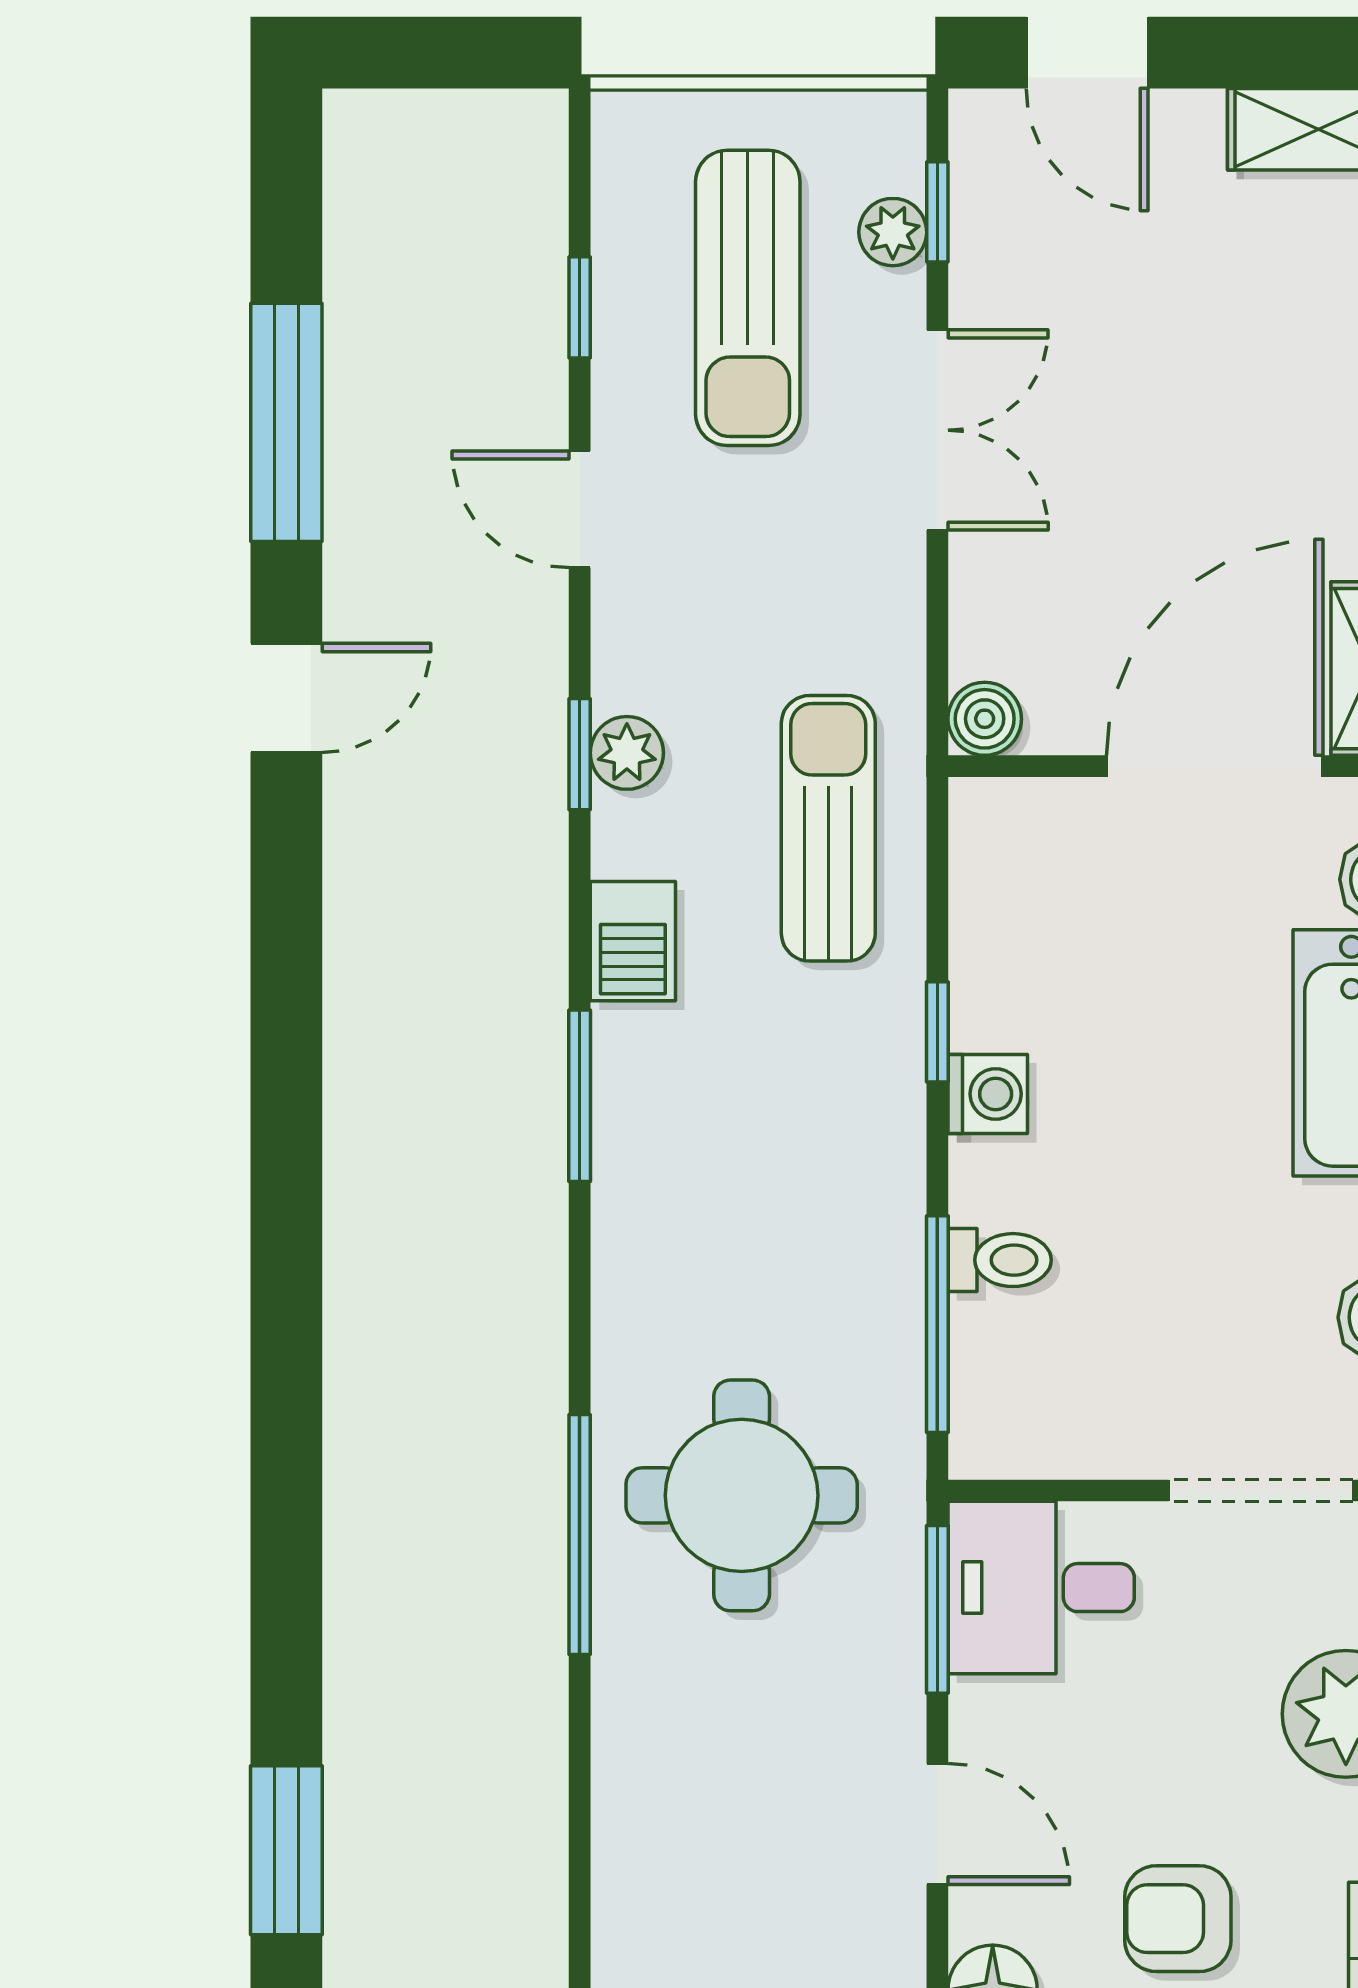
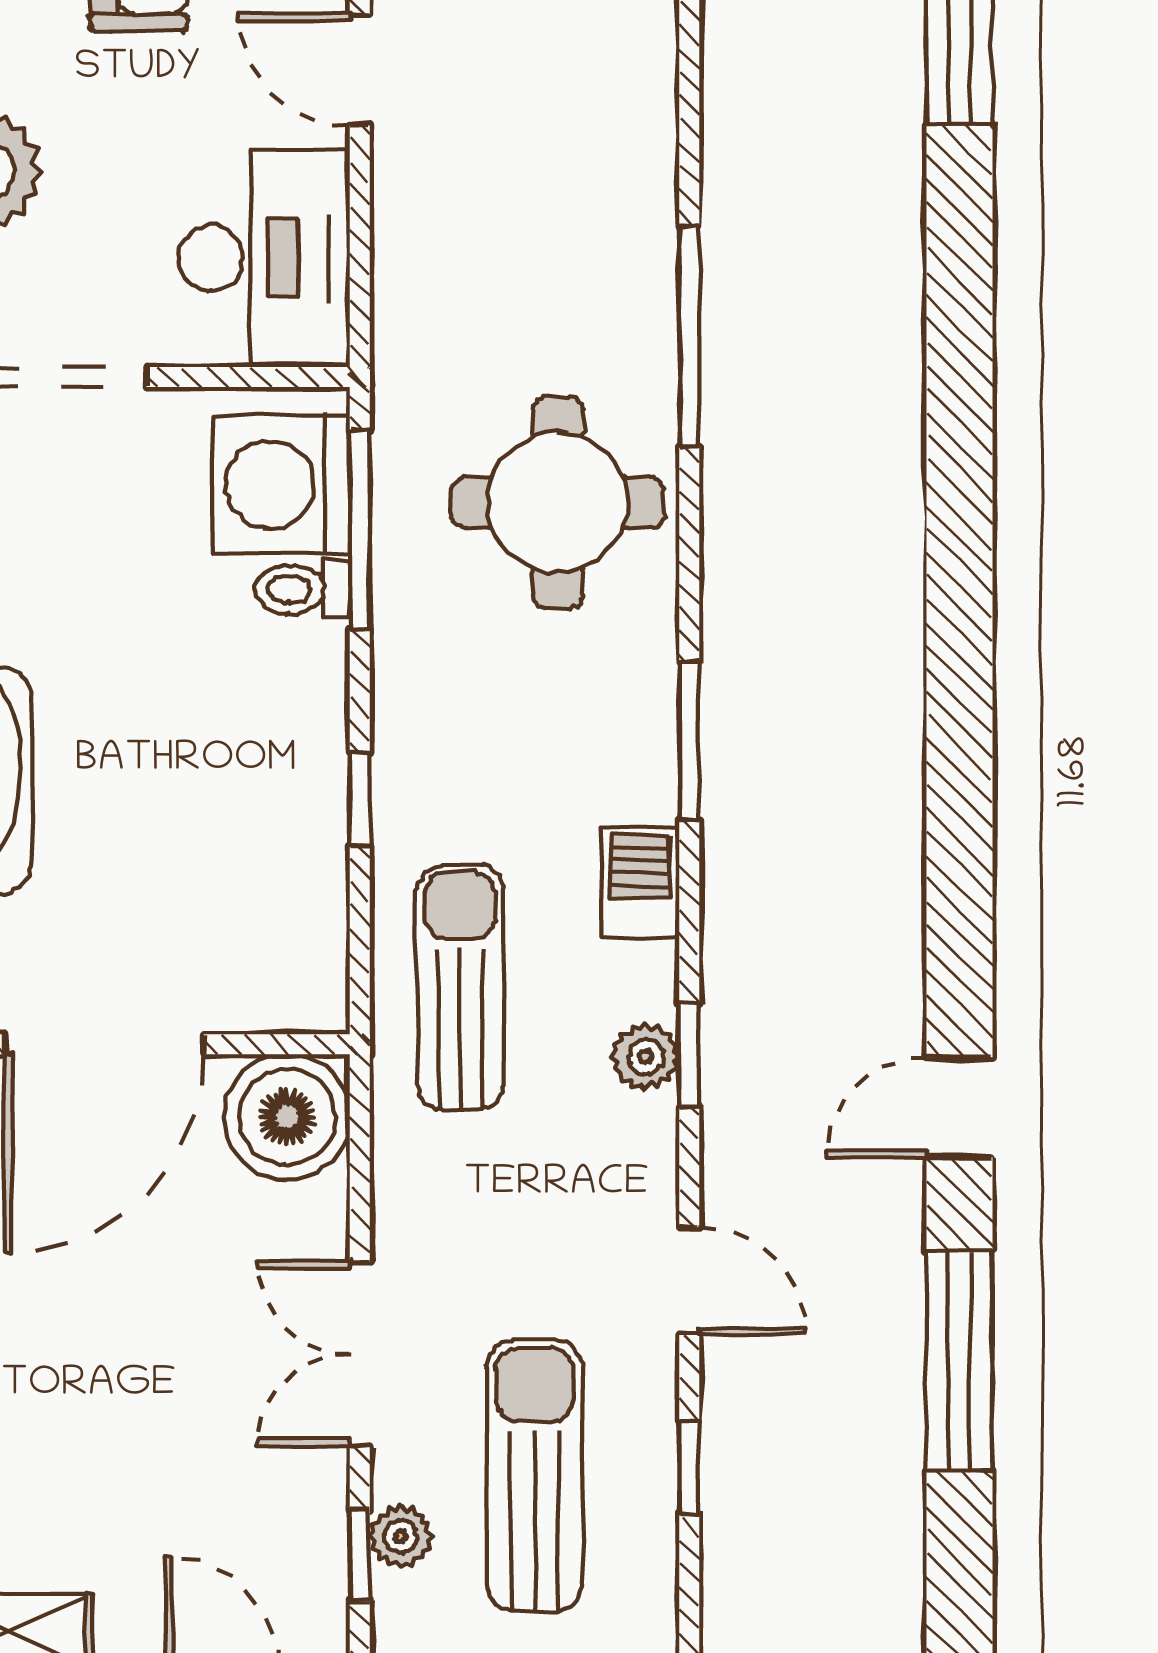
boiler: (985, 719) -> (287, 1117), width x1.86, depth x1.86
sun lounger: (828, 828) -> (460, 987), turned 180
washing machine: (988, 1094) -> (281, 485), moved, width x1.89, depth x1.89
round table: (742, 1495) -> (558, 503), moved
desk: (1041, 1588) -> (264, 258), width x1.37
window: (937, 1609) -> (360, 268), removed

